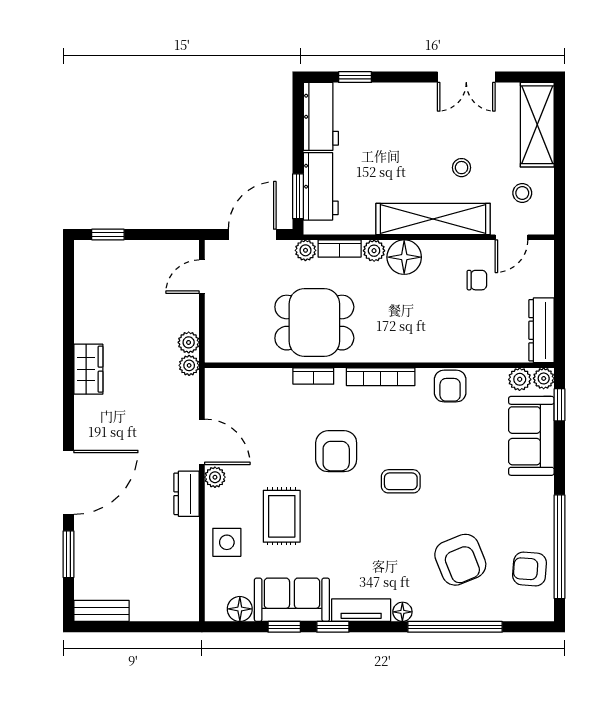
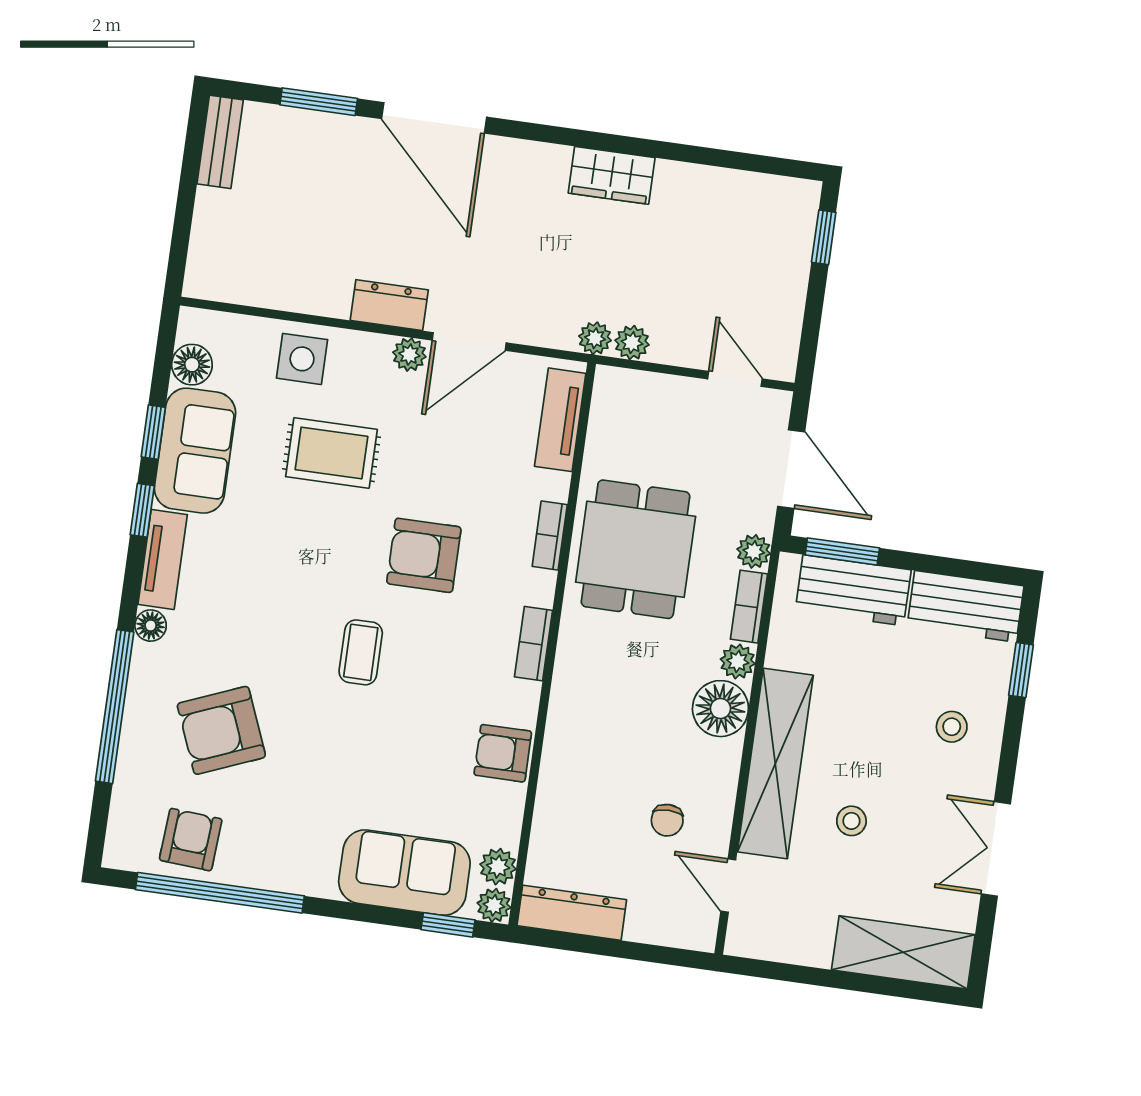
stool: (522, 193) -> (952, 727), moved
bookcase: (381, 377) -> (533, 644), width x0.64
tv unit: (242, 380) -> (560, 420), added

